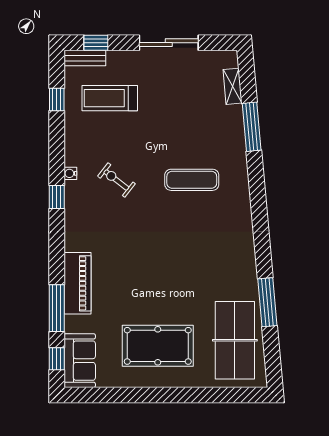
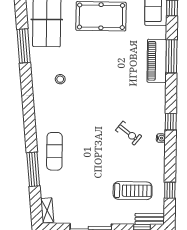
shelving: (233, 86) -> (47, 210), moved
exercise mat: (192, 180) -> (54, 151), moved, turned 90
stool: (215, 256) -> (60, 79), added
window: (57, 308) -> (171, 56), moved

